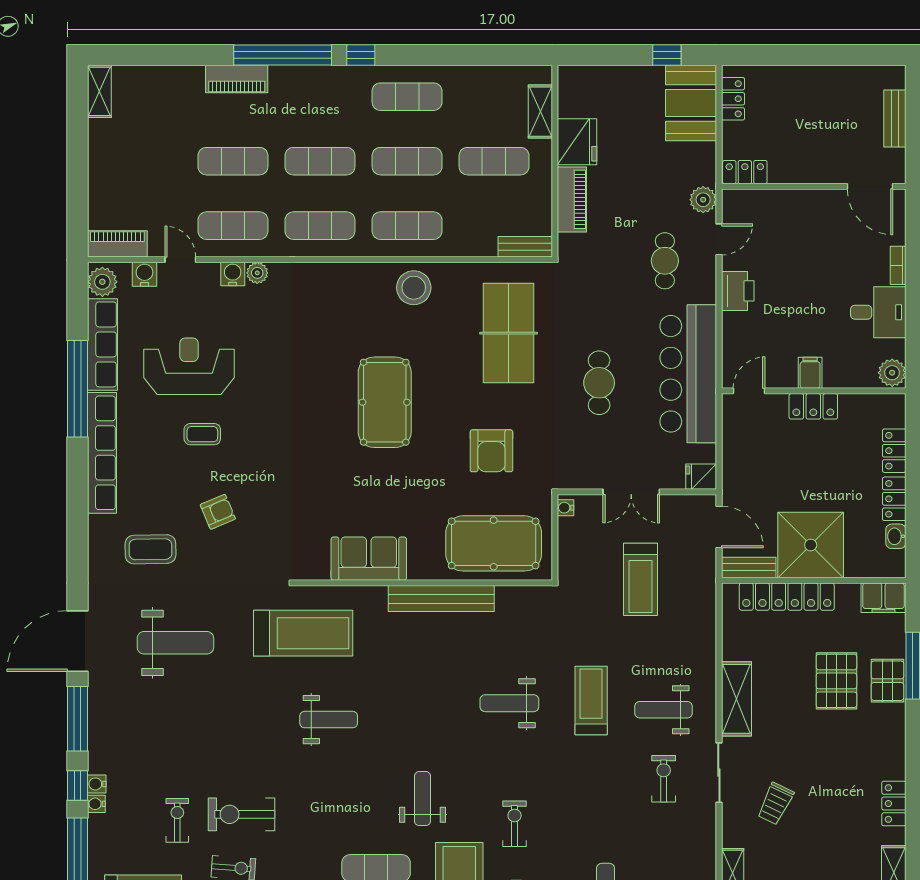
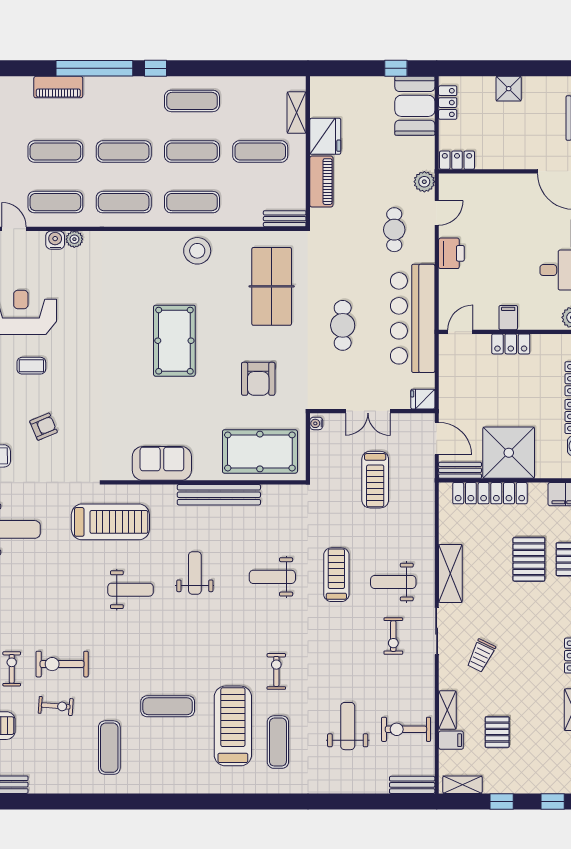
shower: (811, 81) -> (509, 89), added
exercise bike: (664, 779) -> (393, 636), turned 180
weight bench: (423, 799) -> (195, 573), moved

